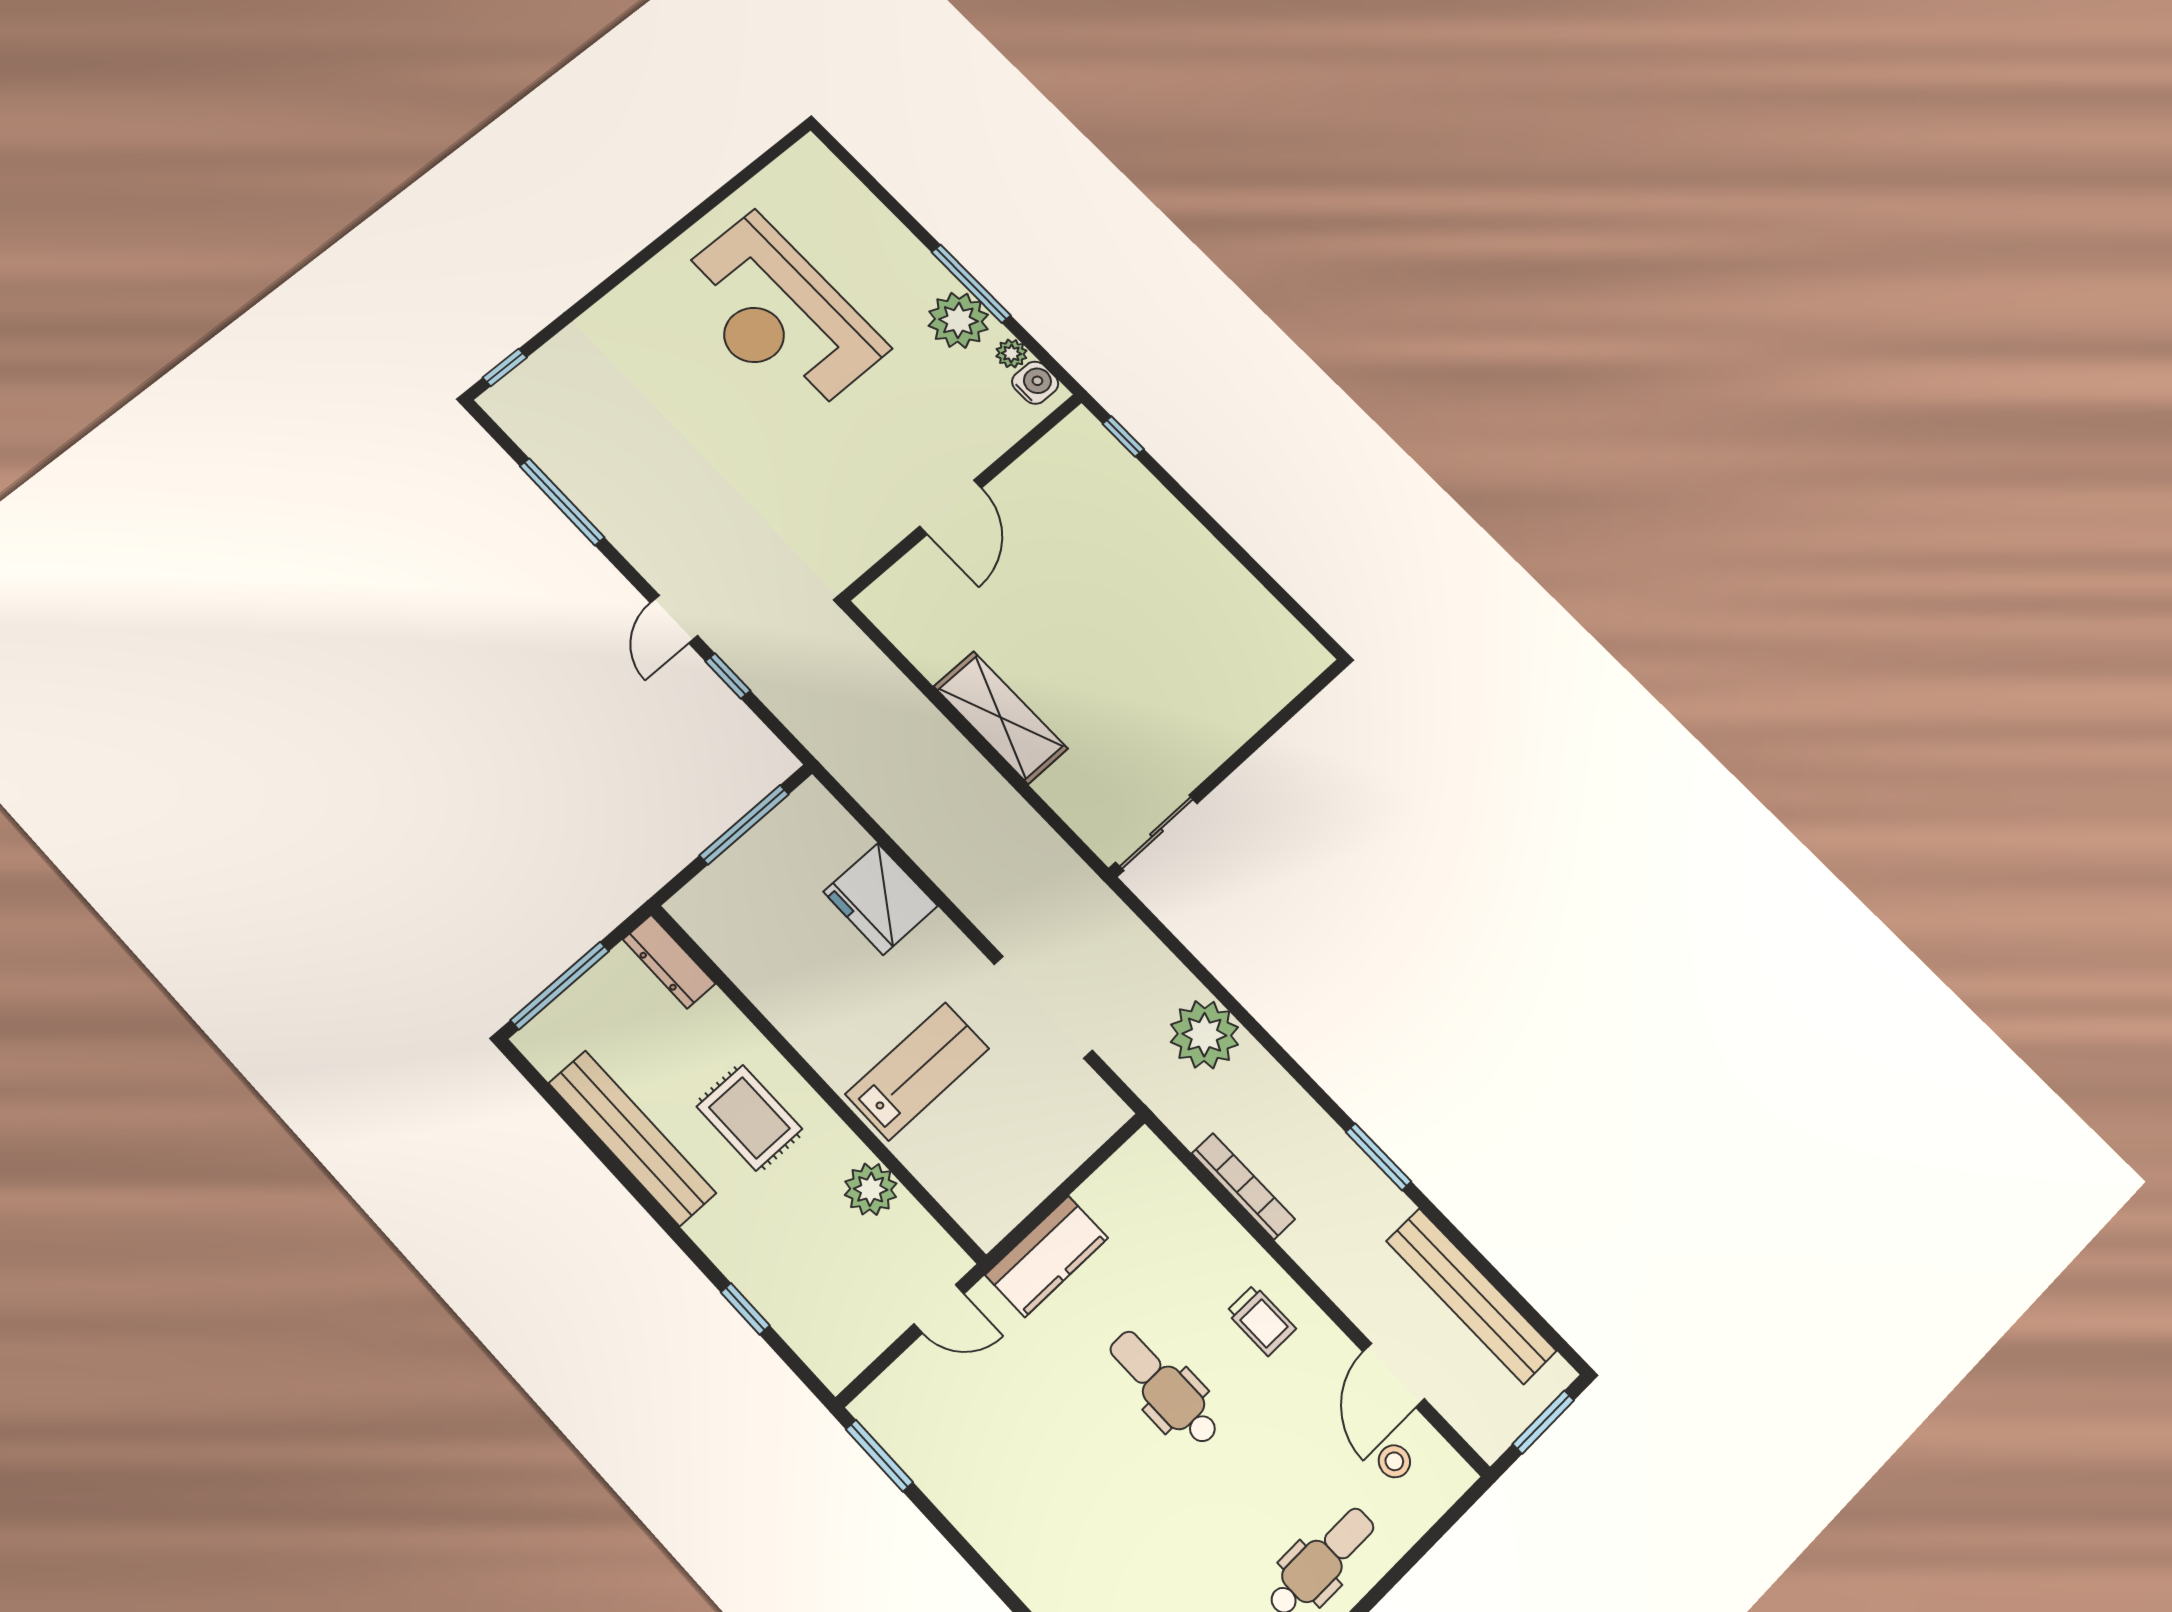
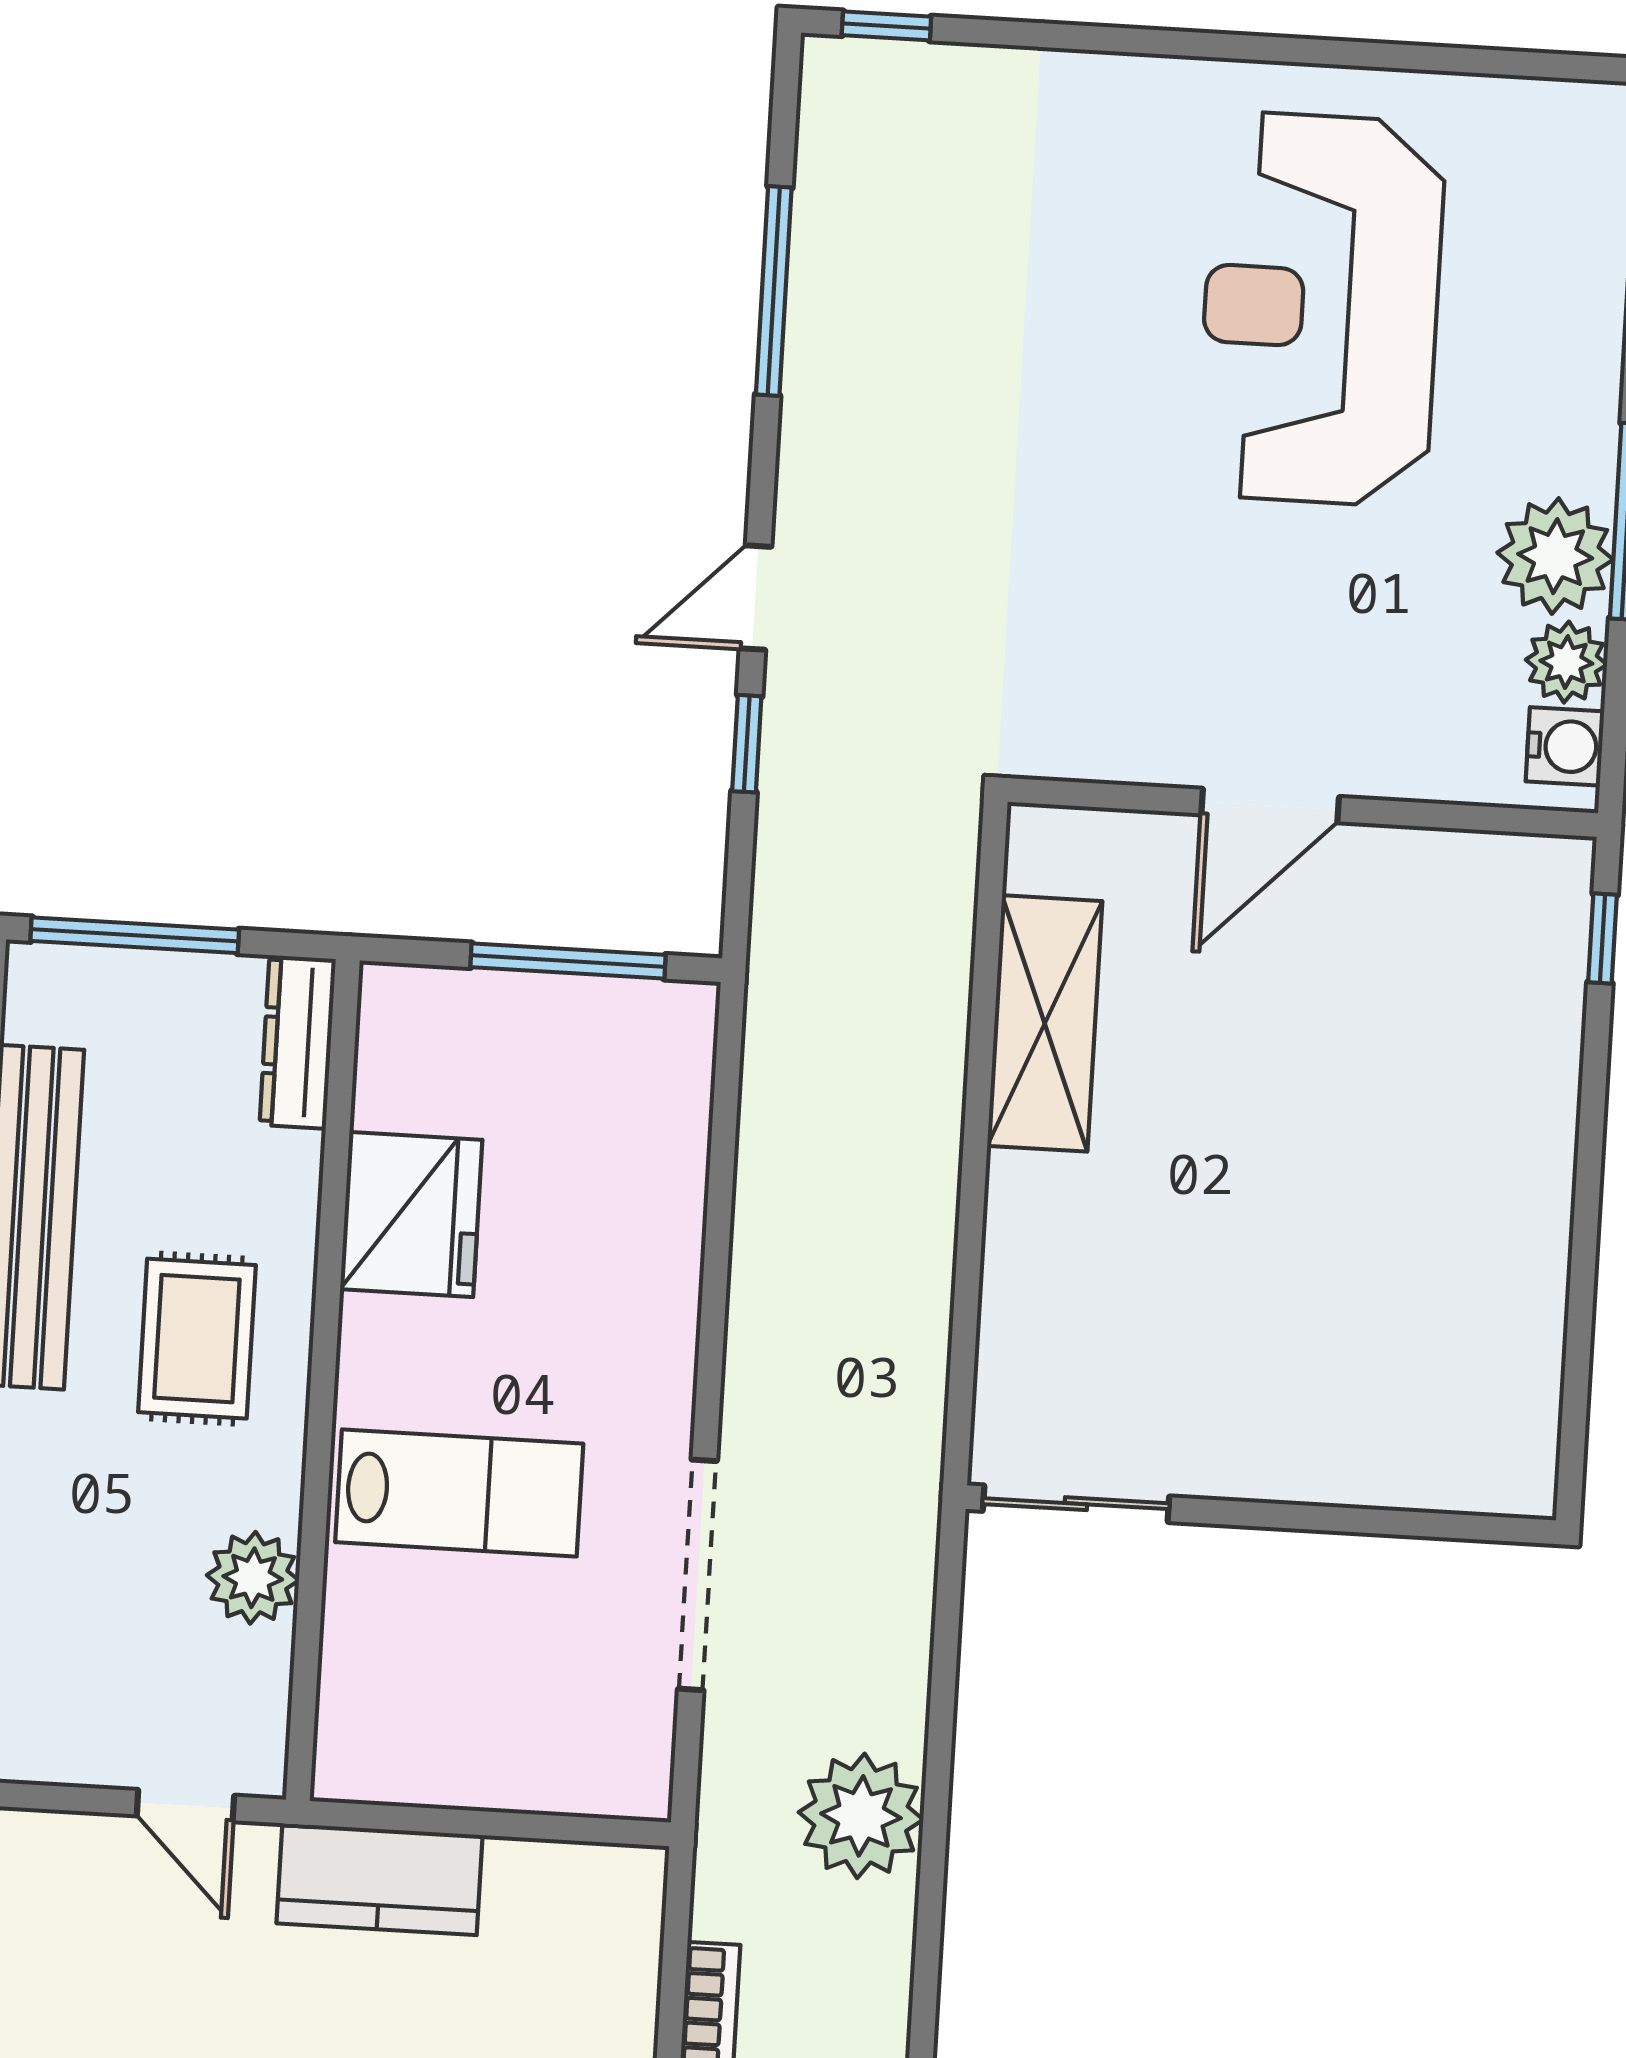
plant: (1011, 353) -> (1566, 662), width x1.38, depth x1.38
shelving: (1001, 718) -> (1045, 1023), moved
fridge: (880, 899) -> (411, 1215), moved, turned 180

